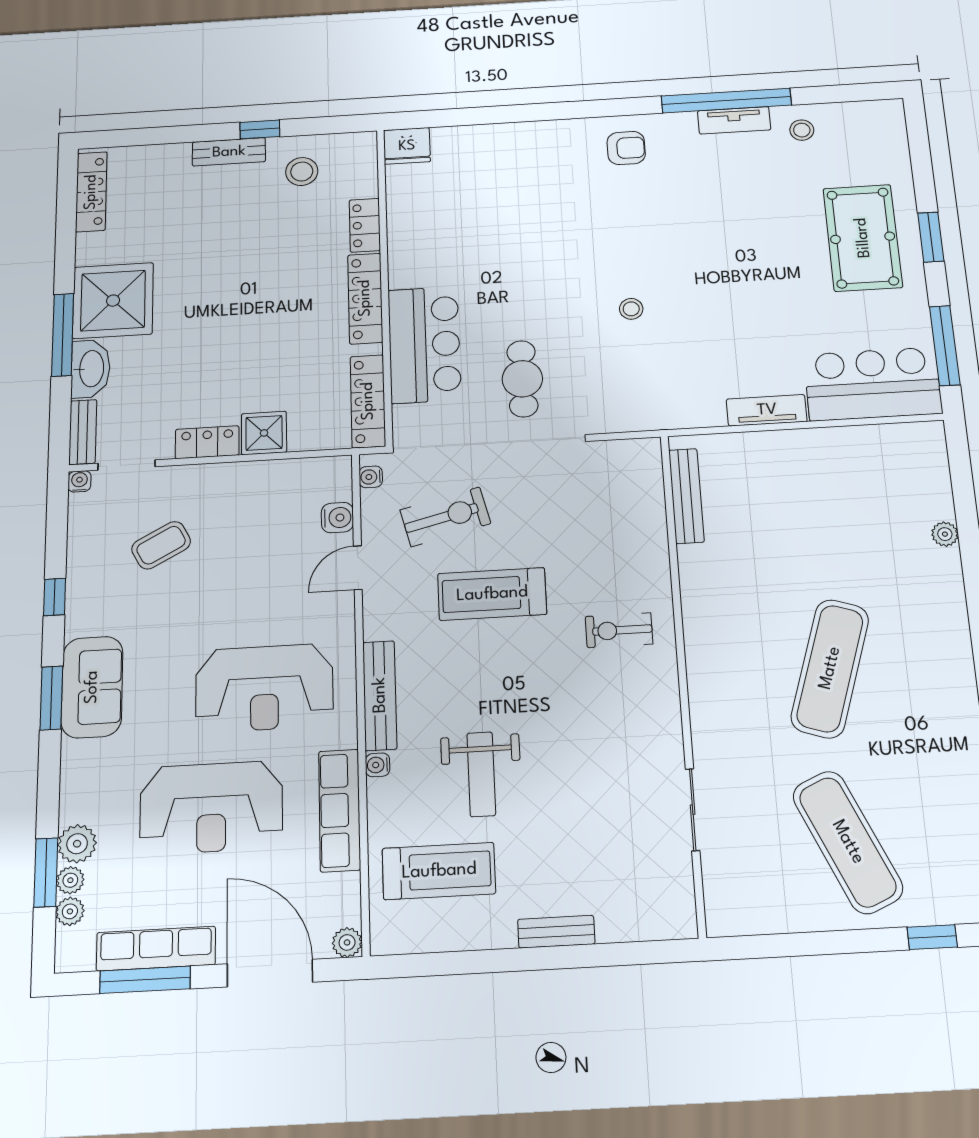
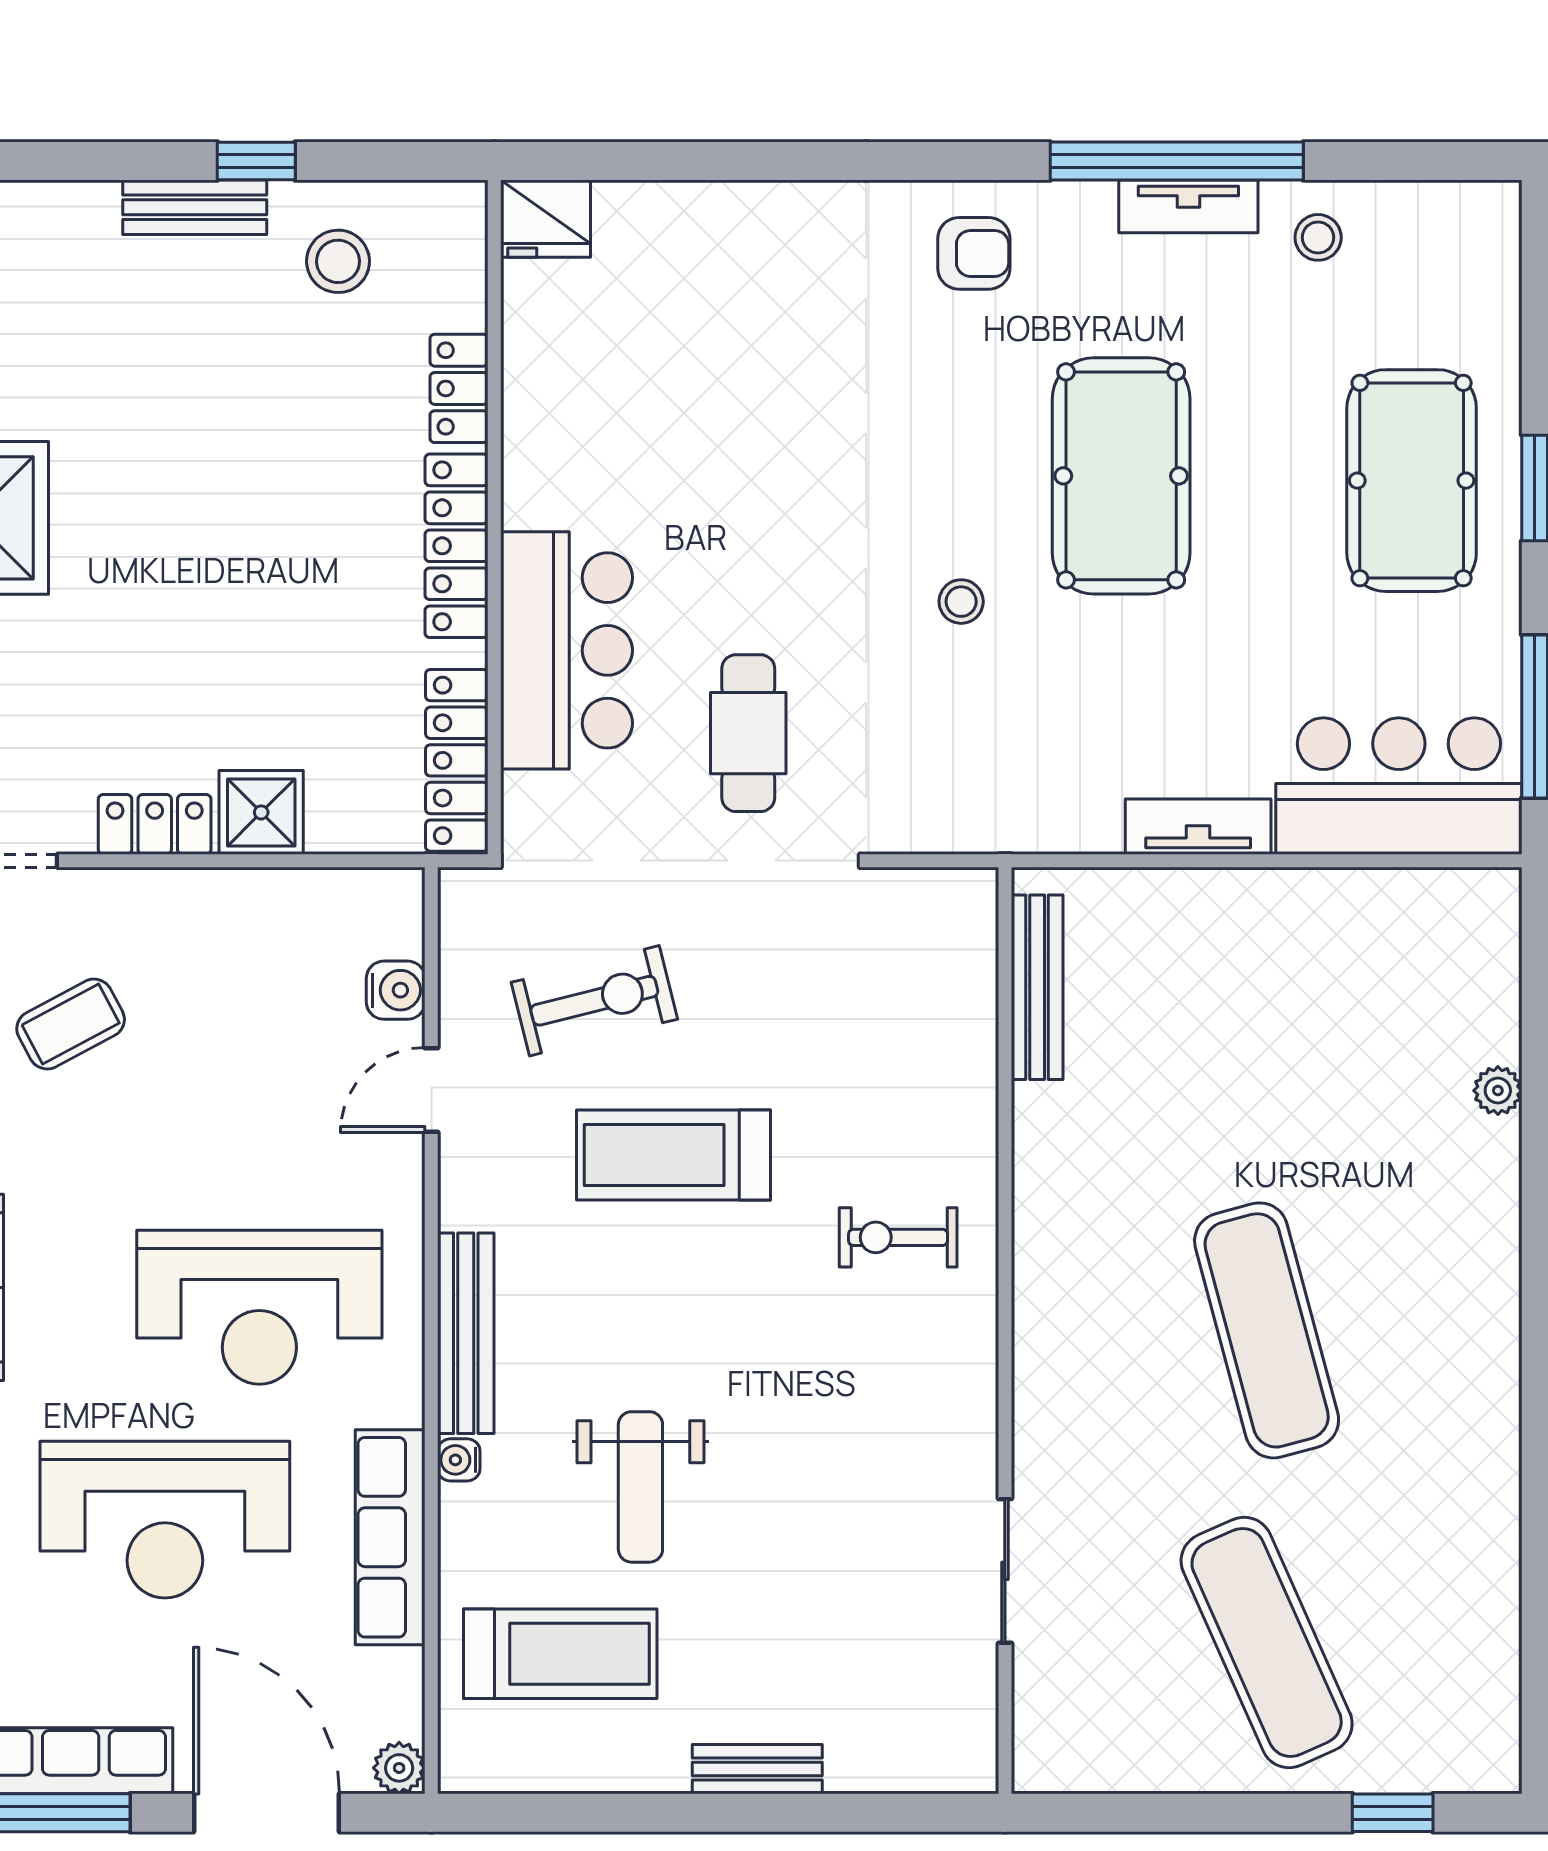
pool table: (710, 245) -> (1121, 476), added
water cooler: (371, 477) -> (459, 913), removed
exercise mat: (830, 668) -> (1267, 1330), turned -33

